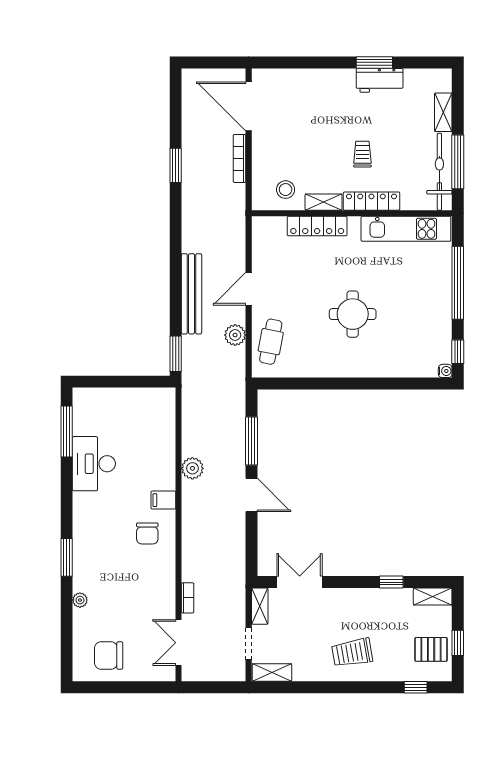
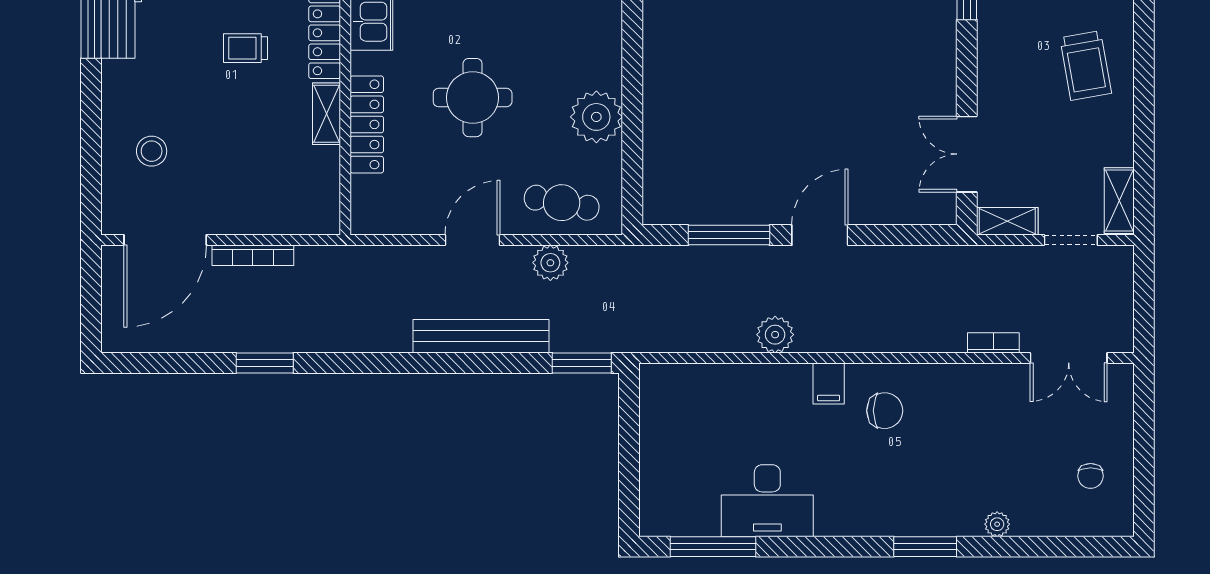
stool: (286, 190) -> (152, 151), moved
door: (249, 289) -> (473, 240), swing flipped
round table: (353, 314) -> (473, 98), moved
plant: (322, 362) -> (596, 117), added
chair: (109, 655) -> (1091, 476), width x0.54, depth x0.54

